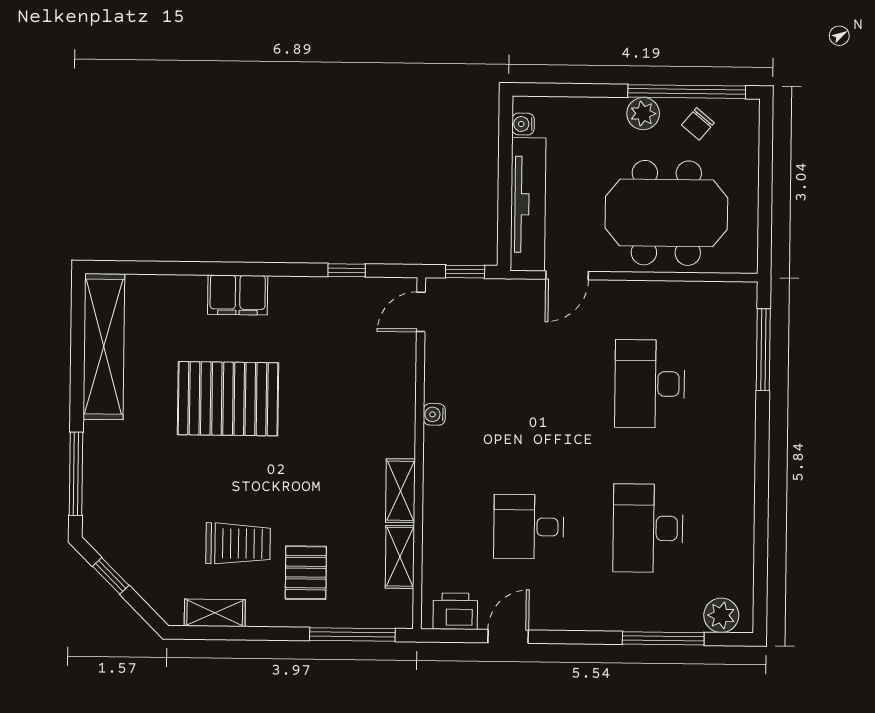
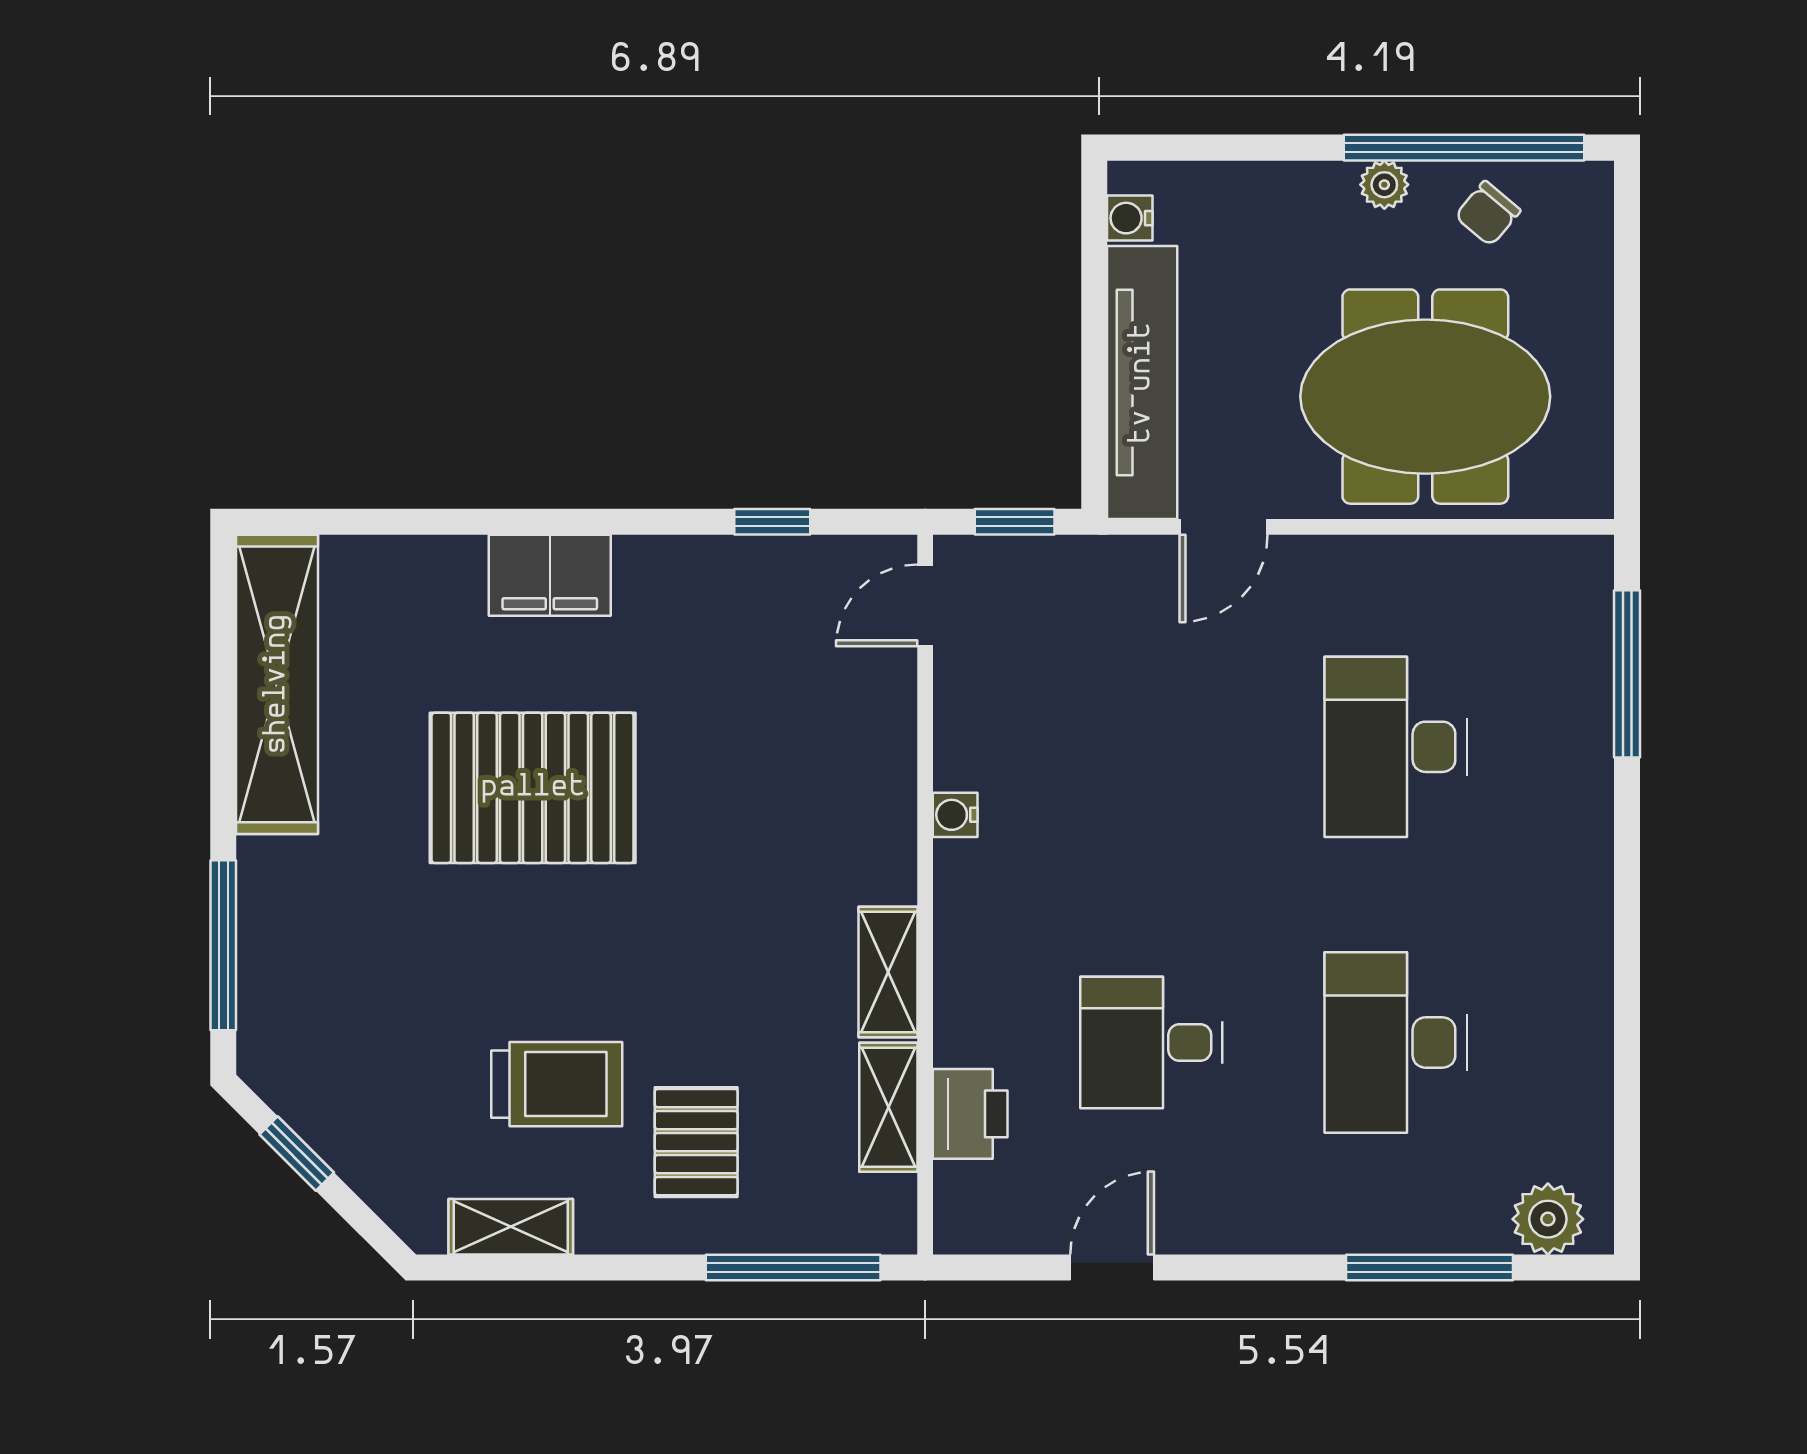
plant: (643, 114) -> (1384, 185), width x0.73, depth x0.73
printer: (455, 611) -> (970, 1114), moved, turned 90

